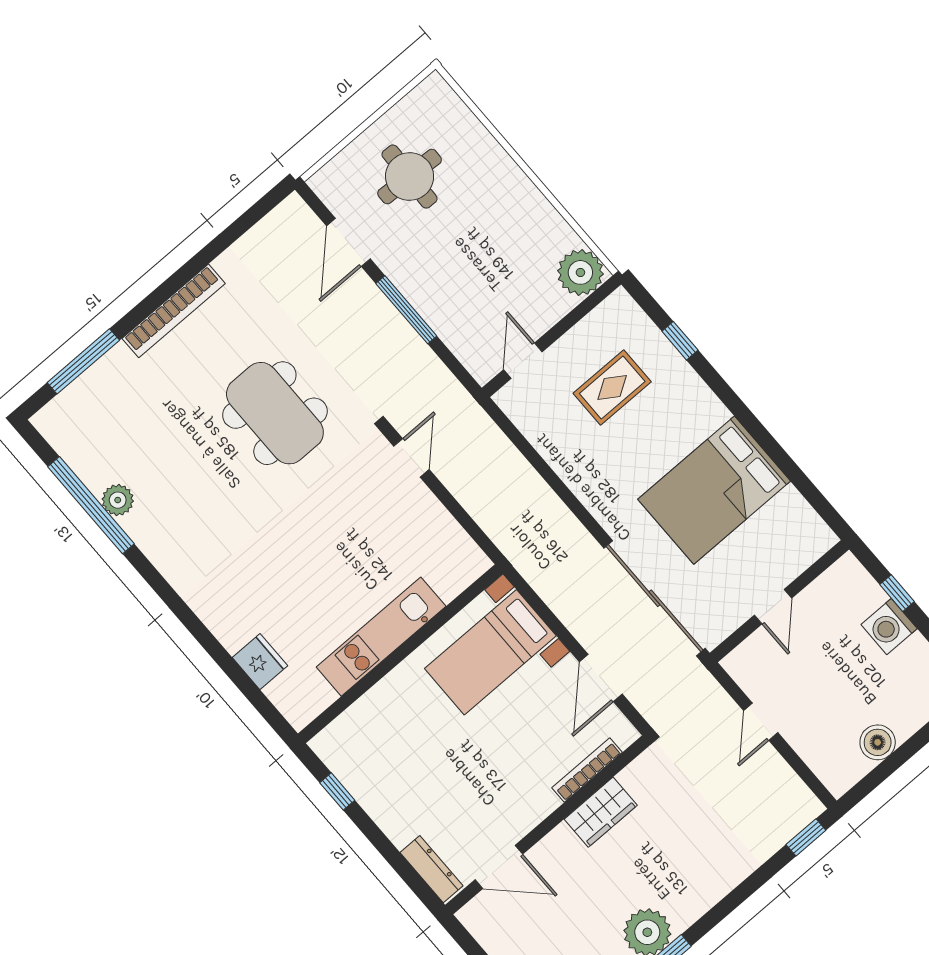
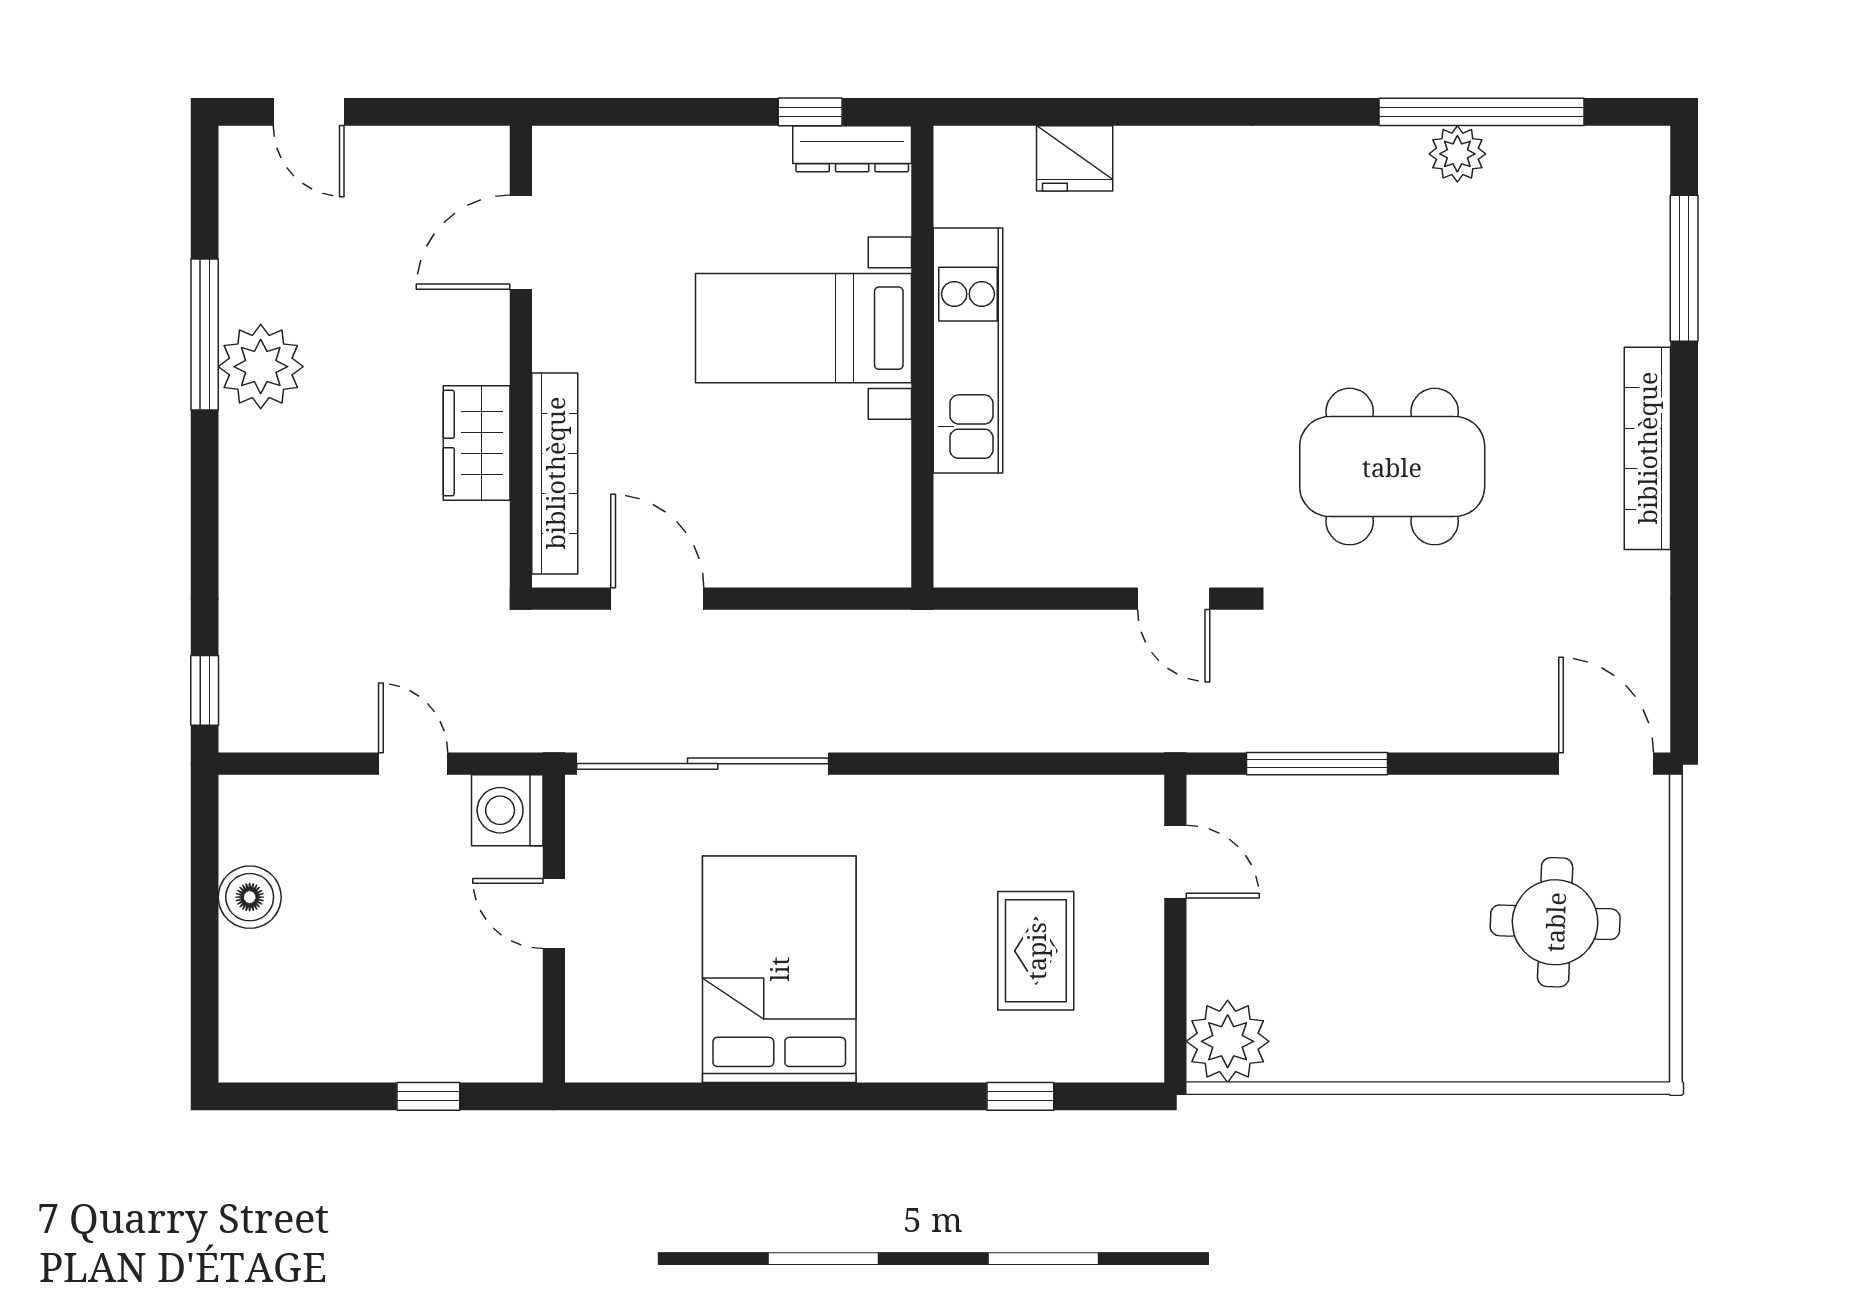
door: (348, 242) -> (1606, 764), moved
window: (406, 310) -> (1317, 764), moved
washing machine: (889, 627) -> (507, 810), moved, turned -90
bed with nightstands: (490, 652) -> (804, 328), moved, turned -90
bookcase: (587, 770) -> (555, 473), width x1.48, depth x1.31
dresser: (432, 869) -> (852, 149), moved

